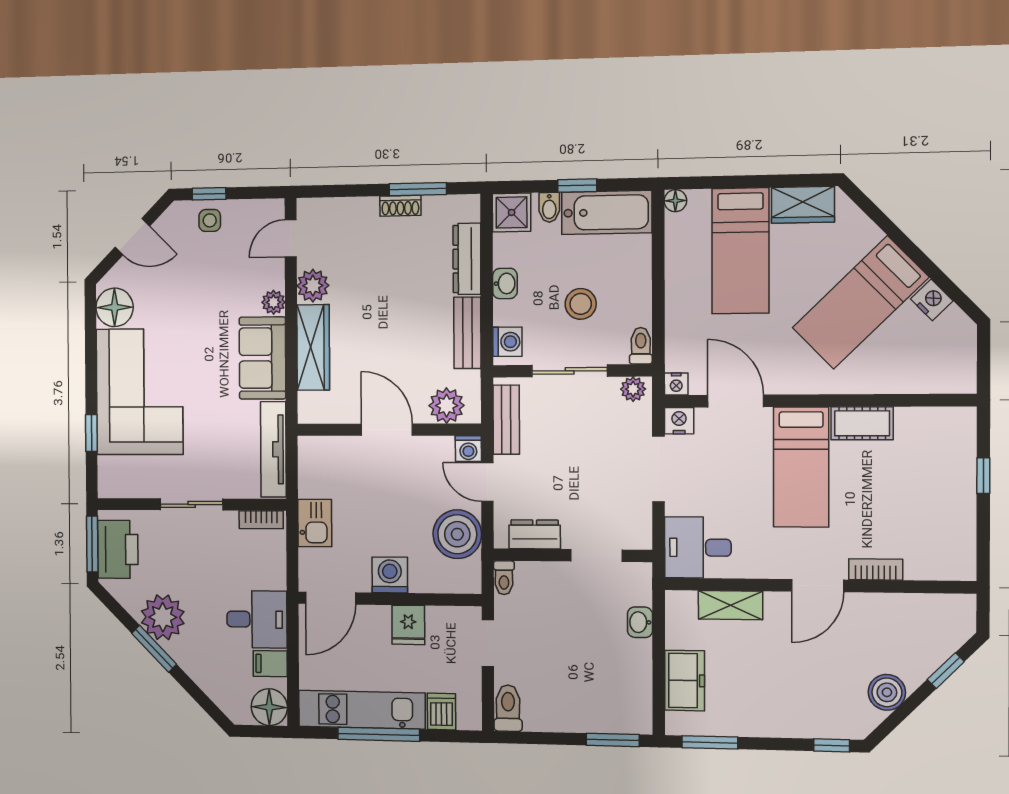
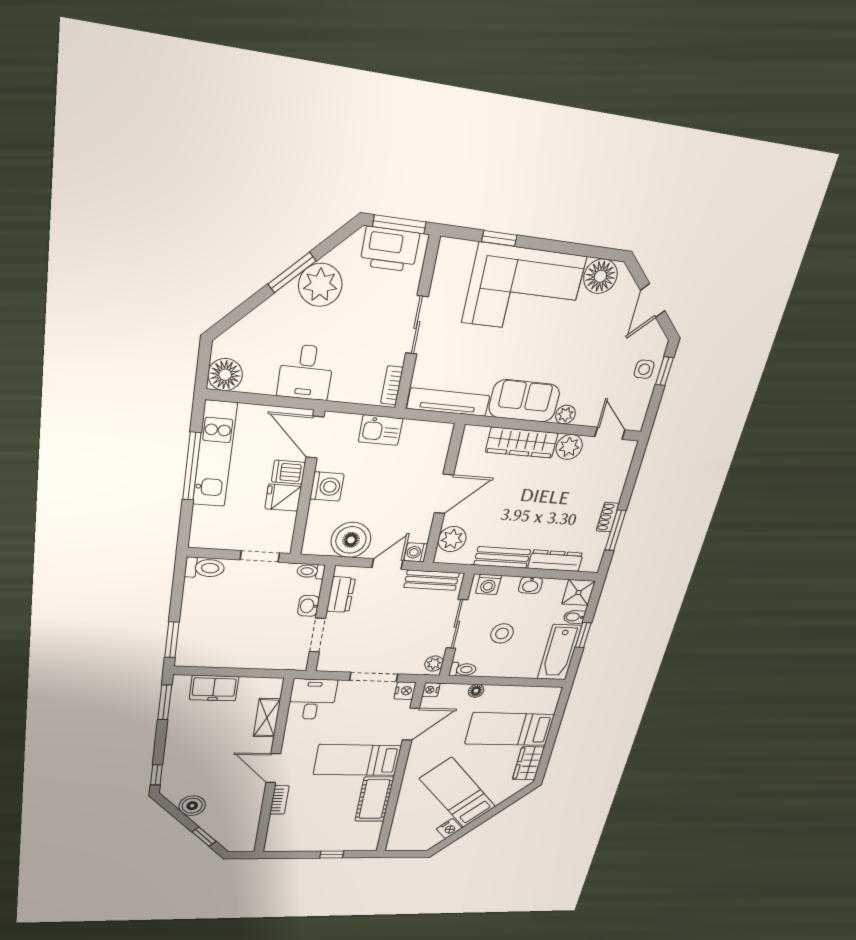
floor lamp: (675, 201) -> (476, 691), moved
cot: (862, 423) -> (374, 799), width x1.37, depth x1.34
washbasin: (640, 622) -> (308, 606), moved, turned -90
filing cabinet: (270, 664) -> (265, 380), removed
dishwasher: (441, 712) -> (288, 472), moved, turned 180

